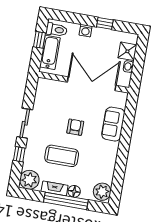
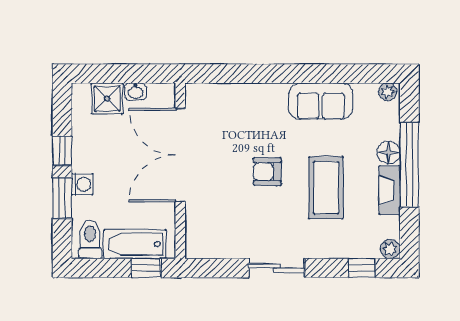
window: (80, 19) -> (62, 198), added
window: (39, 40) -> (146, 268), moved
sofa: (113, 124) -> (321, 101), moved
window: (19, 154) -> (362, 268), moved
plant: (29, 180) -> (390, 249), width x0.53, depth x0.53
plant: (102, 192) -> (388, 92), width x0.53, depth x0.53

